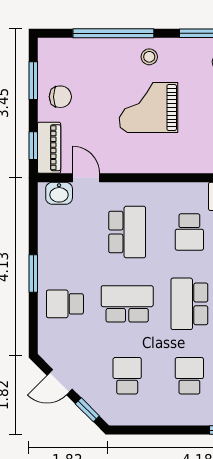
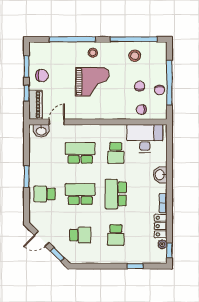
grand piano: (148, 108) -> (92, 82), turned 180
window: (33, 146) -> (26, 93), moved
door: (86, 178) -> (57, 122), hinge flipped
school desk: (127, 232) -> (80, 153), turned -90
school desk: (127, 376) -> (80, 235), turned 90
school desk: (189, 376) -> (116, 235), turned 180

